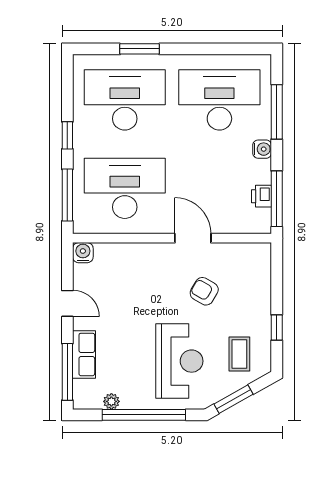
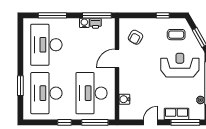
water cooler: (262, 149) -> (84, 23), moved
water cooler: (83, 253) -> (124, 99), moved
armchair: (204, 291) -> (136, 37), moved

